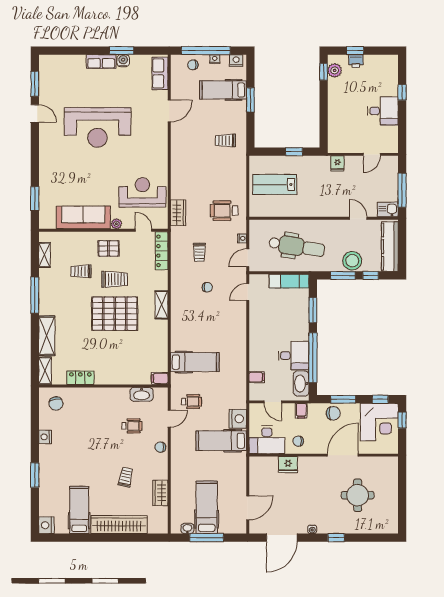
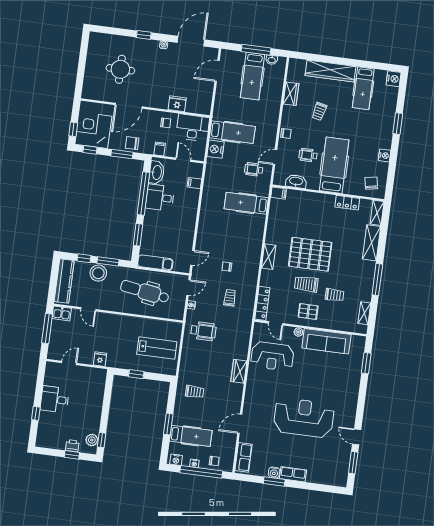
wardrobe: (178, 213) -> (239, 371), moved
hospital bed: (101, 418) -> (334, 165), added

